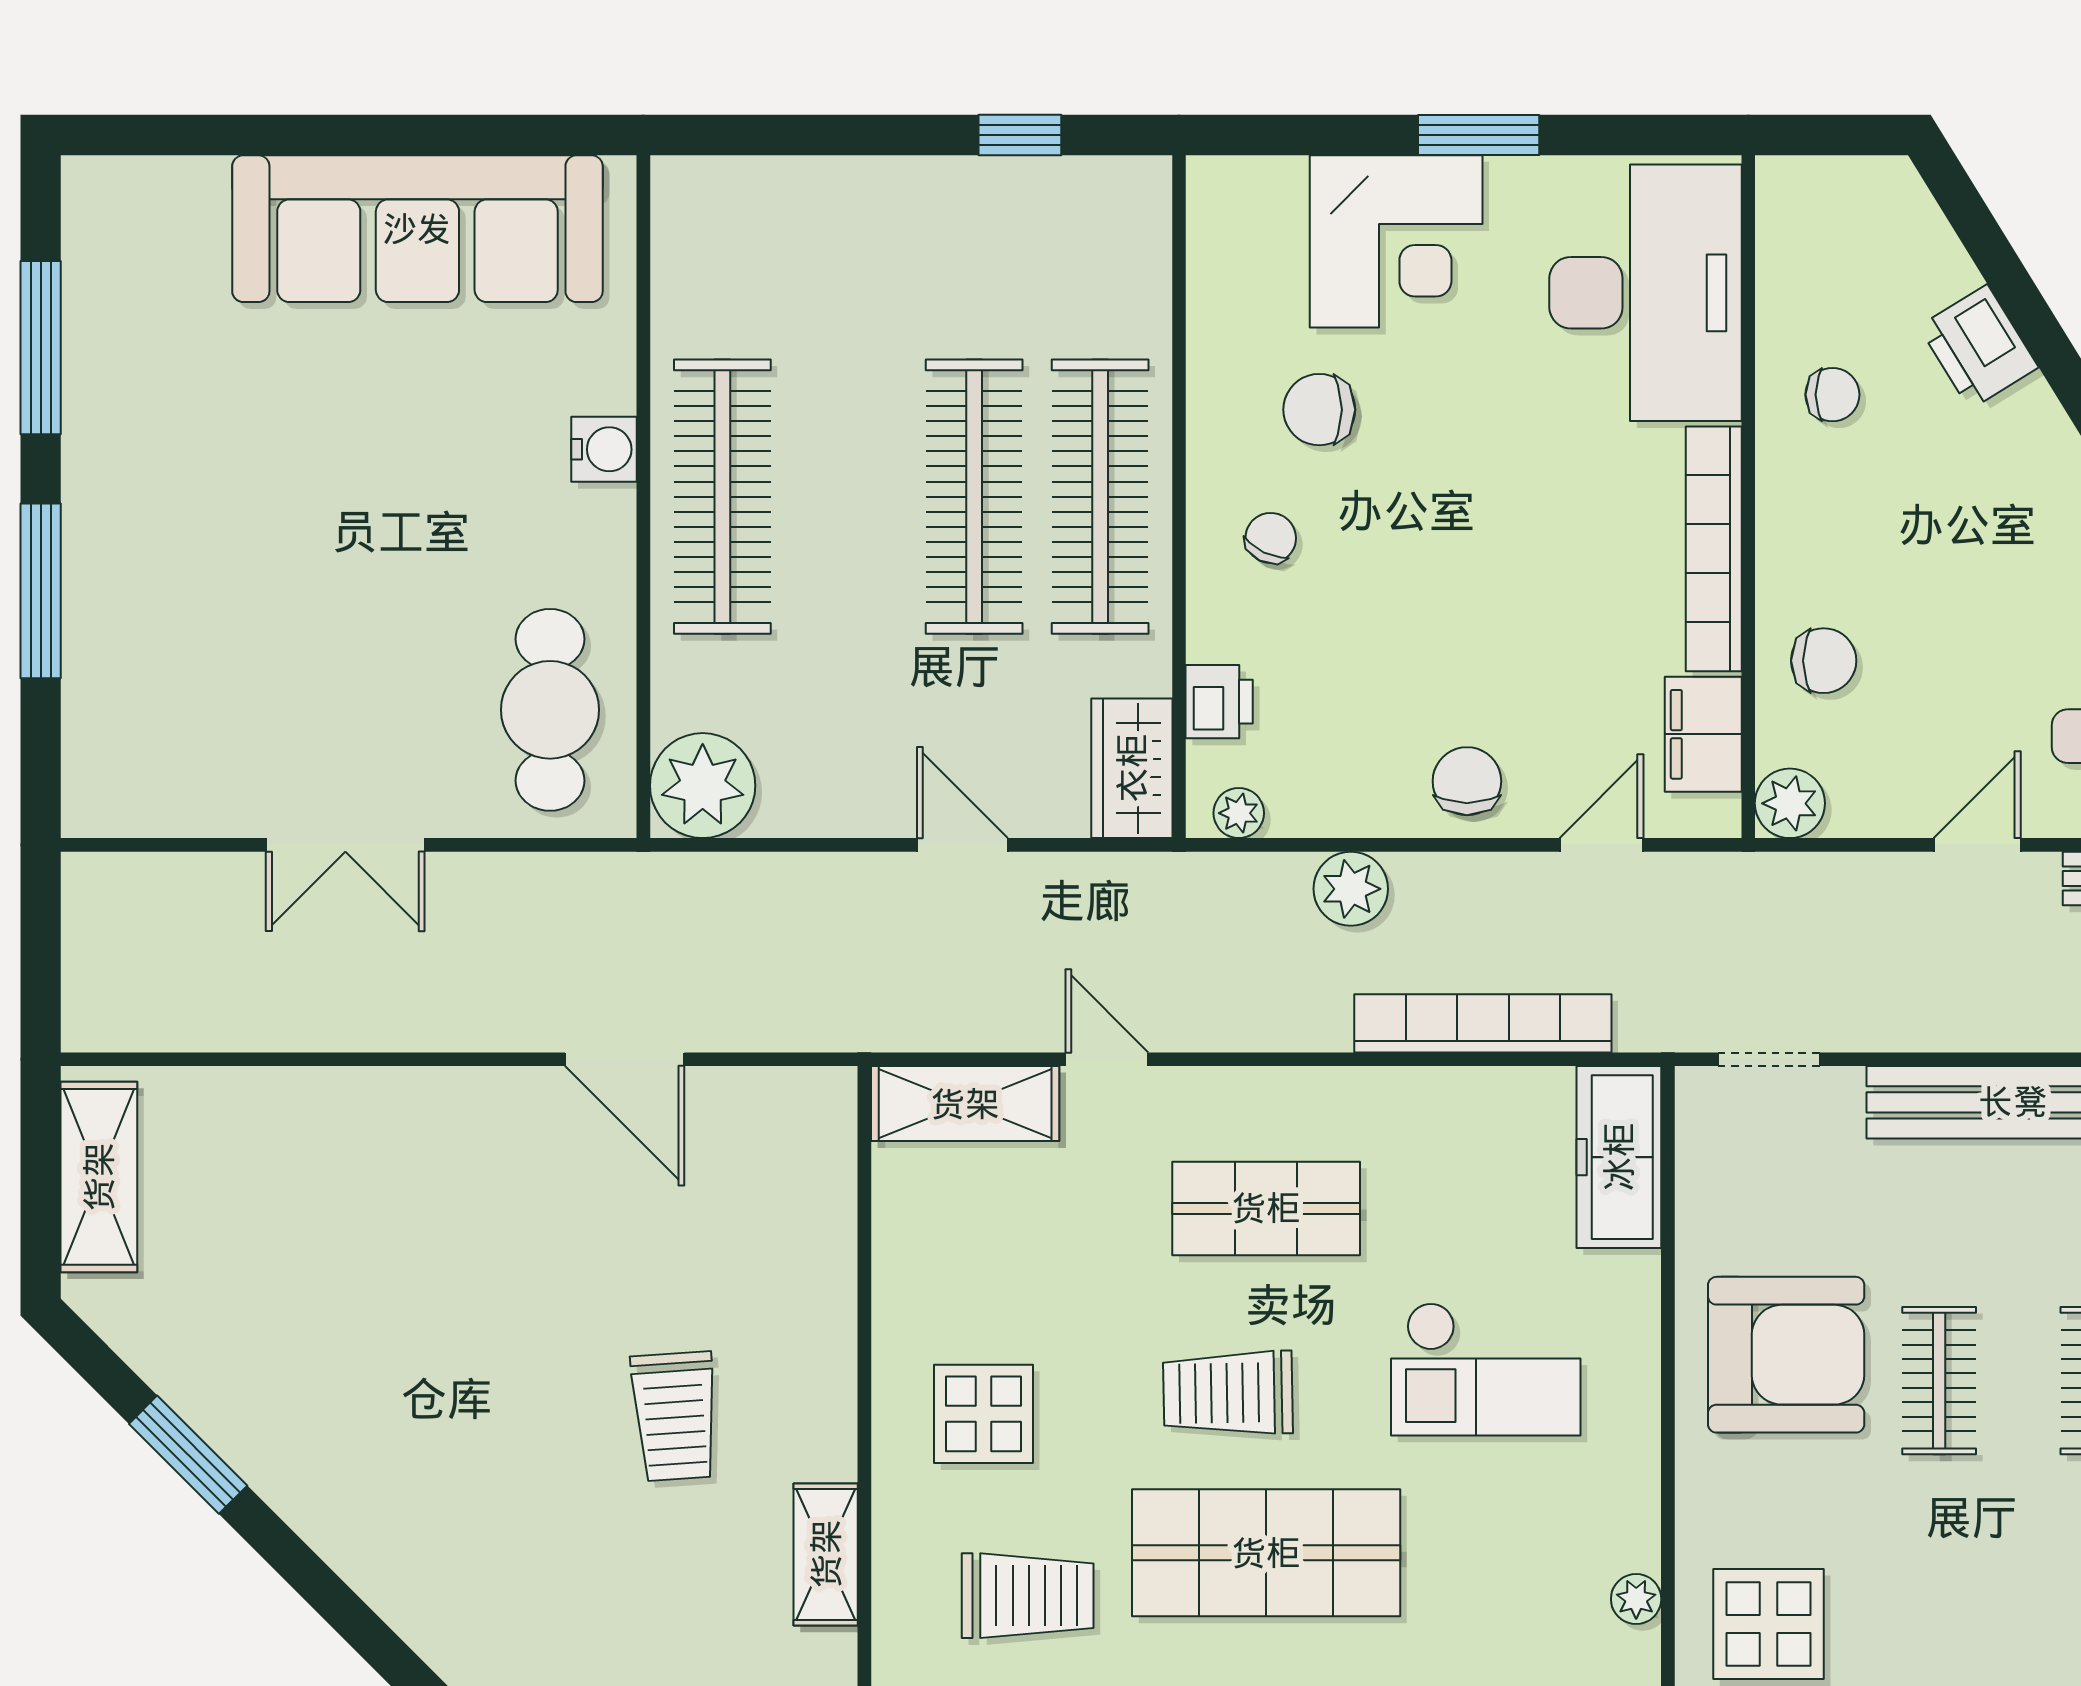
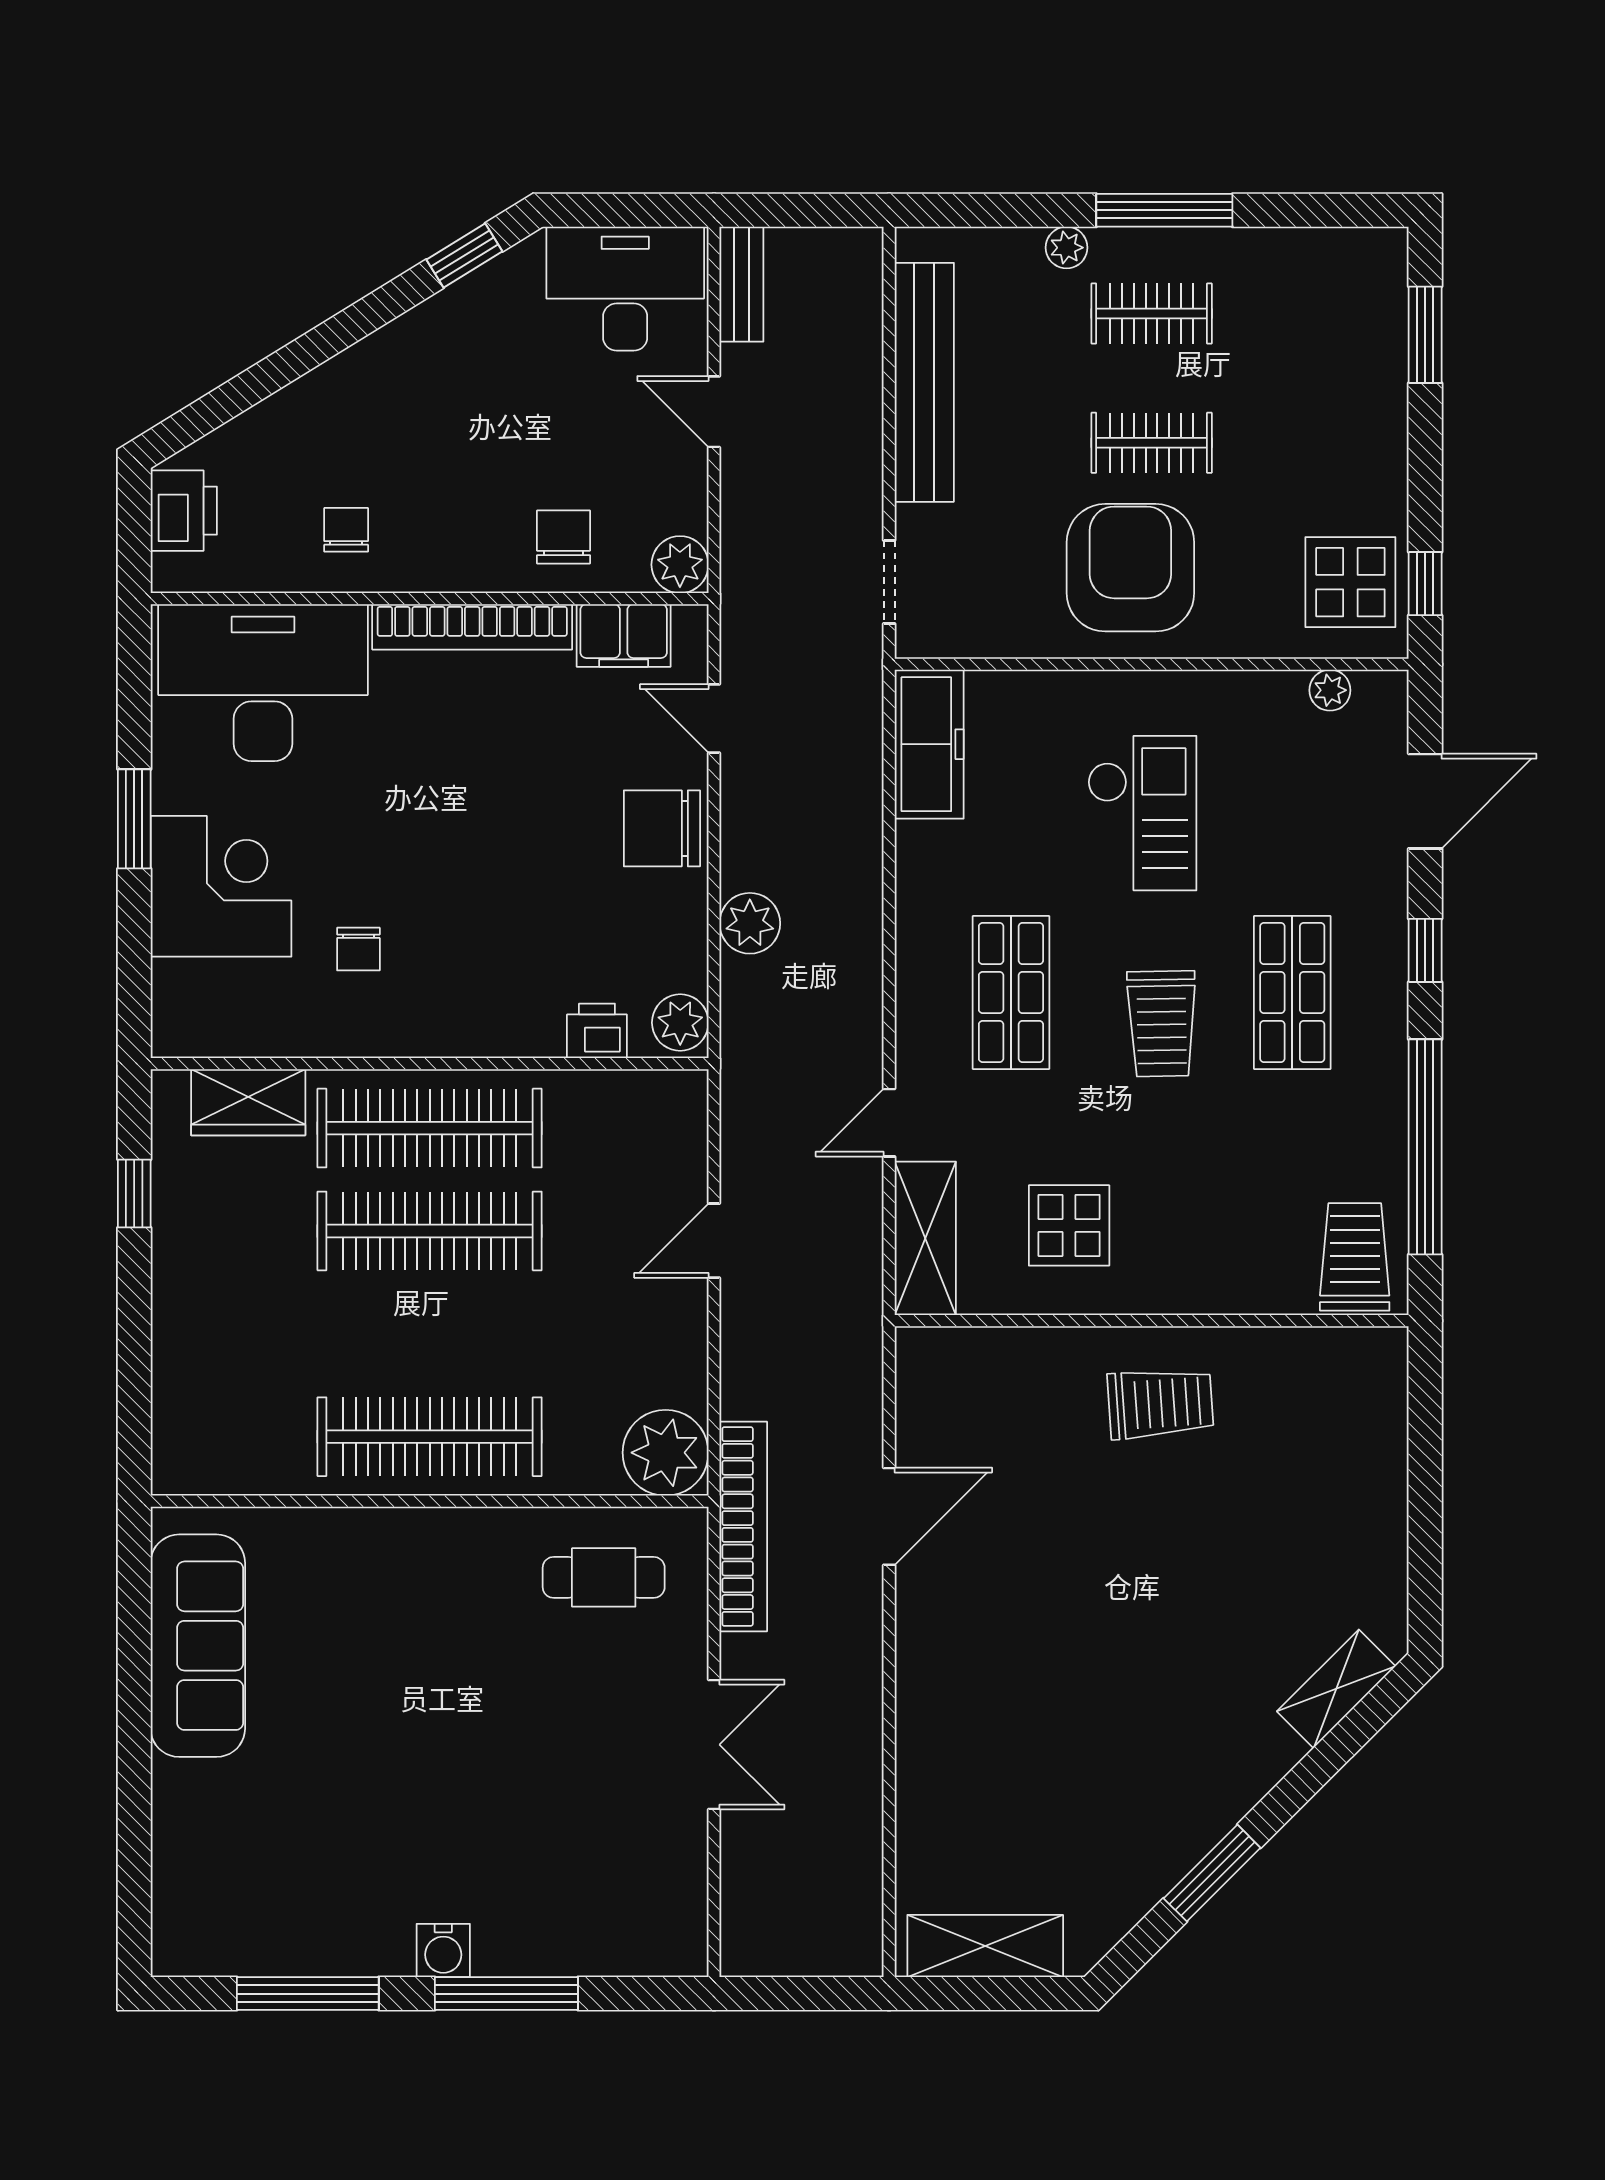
sofa: (417, 229) -> (198, 1646), width x0.74, depth x0.79
printer: (1979, 347) -> (184, 511), moved, turned -58
chair: (1319, 410) -> (358, 949), width x0.73, depth x0.73
water cooler: (604, 449) -> (443, 1950), moved, turned 180
chair: (1271, 538) -> (463, 989), removed
cafe table: (550, 710) -> (604, 1577), width x0.73, depth x0.74
wardrobe: (1132, 768) -> (248, 1102), moved
chair: (1467, 781) -> (662, 828), width x1.37, depth x1.37
plant: (1239, 813) -> (680, 1023), width x1.38, depth x1.38
bookcase: (1483, 1023) -> (743, 1526), moved, turned 180
freezer: (1619, 1157) -> (929, 744), moved, turned -90
display table: (983, 1414) -> (1069, 1225), moved
trolley: (675, 1416) -> (1160, 1403), moved
shop shelf: (1266, 1553) -> (1292, 992), width x0.70, depth x0.74
shelving: (826, 1554) -> (1336, 1689), moved, turned -45
trolley: (1028, 1596) -> (1355, 1257), moved

